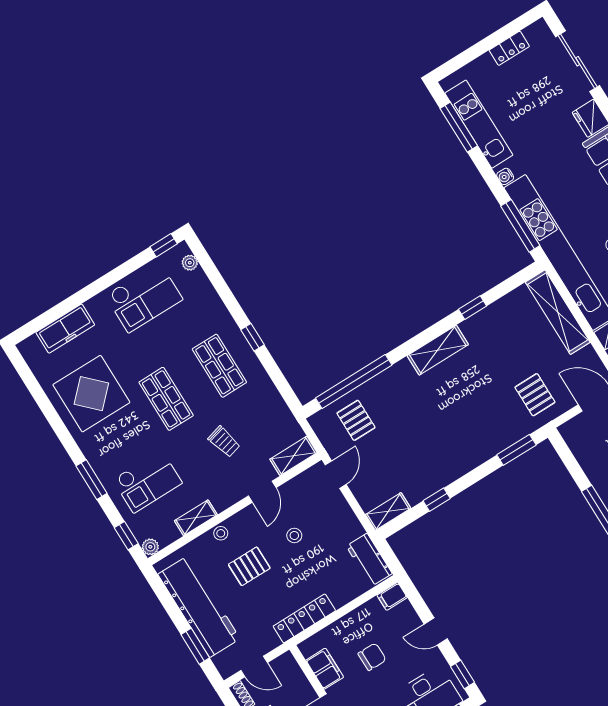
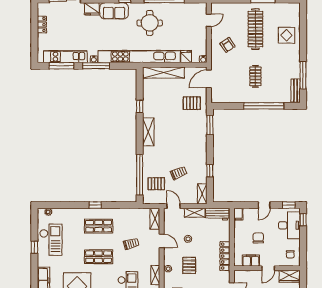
window: (520, 226) -> (96, 66), moved
window: (164, 245) -> (34, 247), moved
trolley: (399, 448) -> (179, 173), added
shelving: (347, 519) -> (195, 213), added

